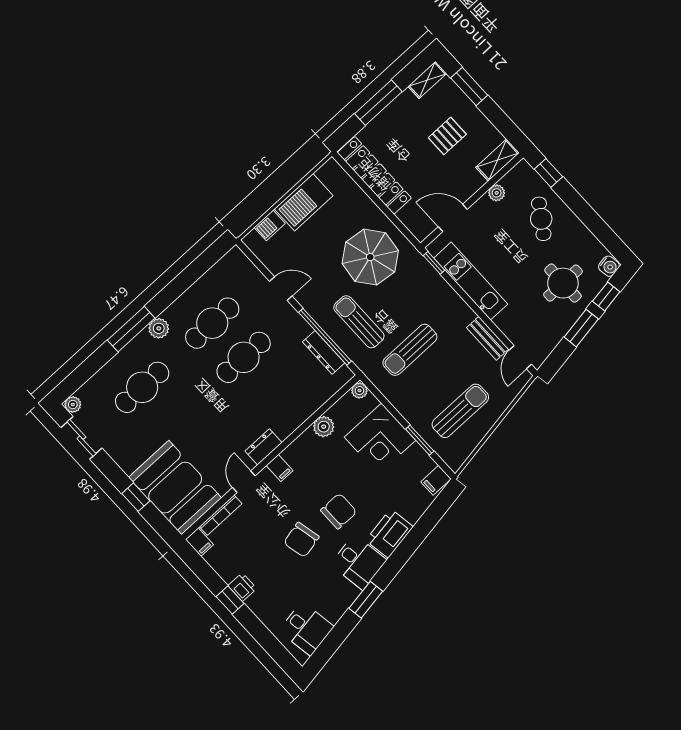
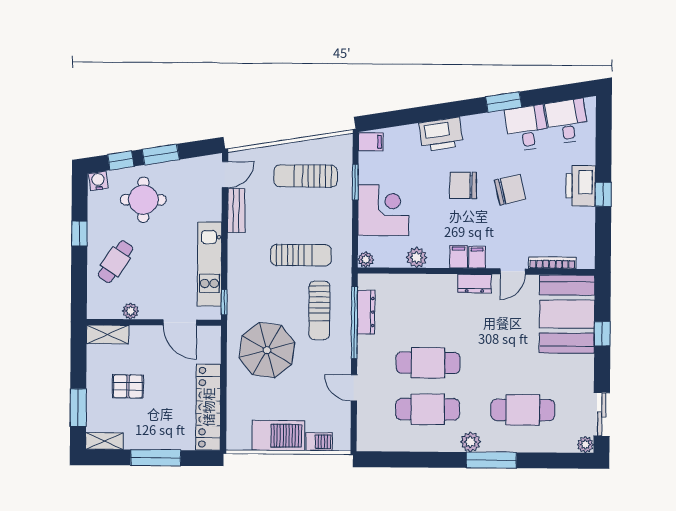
window: (548, 173) -> (79, 234), moved
filing cabinet: (199, 542) -> (458, 257), moved
desk: (358, 562) -> (527, 128), moved
printer: (242, 587) -> (581, 186), width x1.87, depth x1.48

